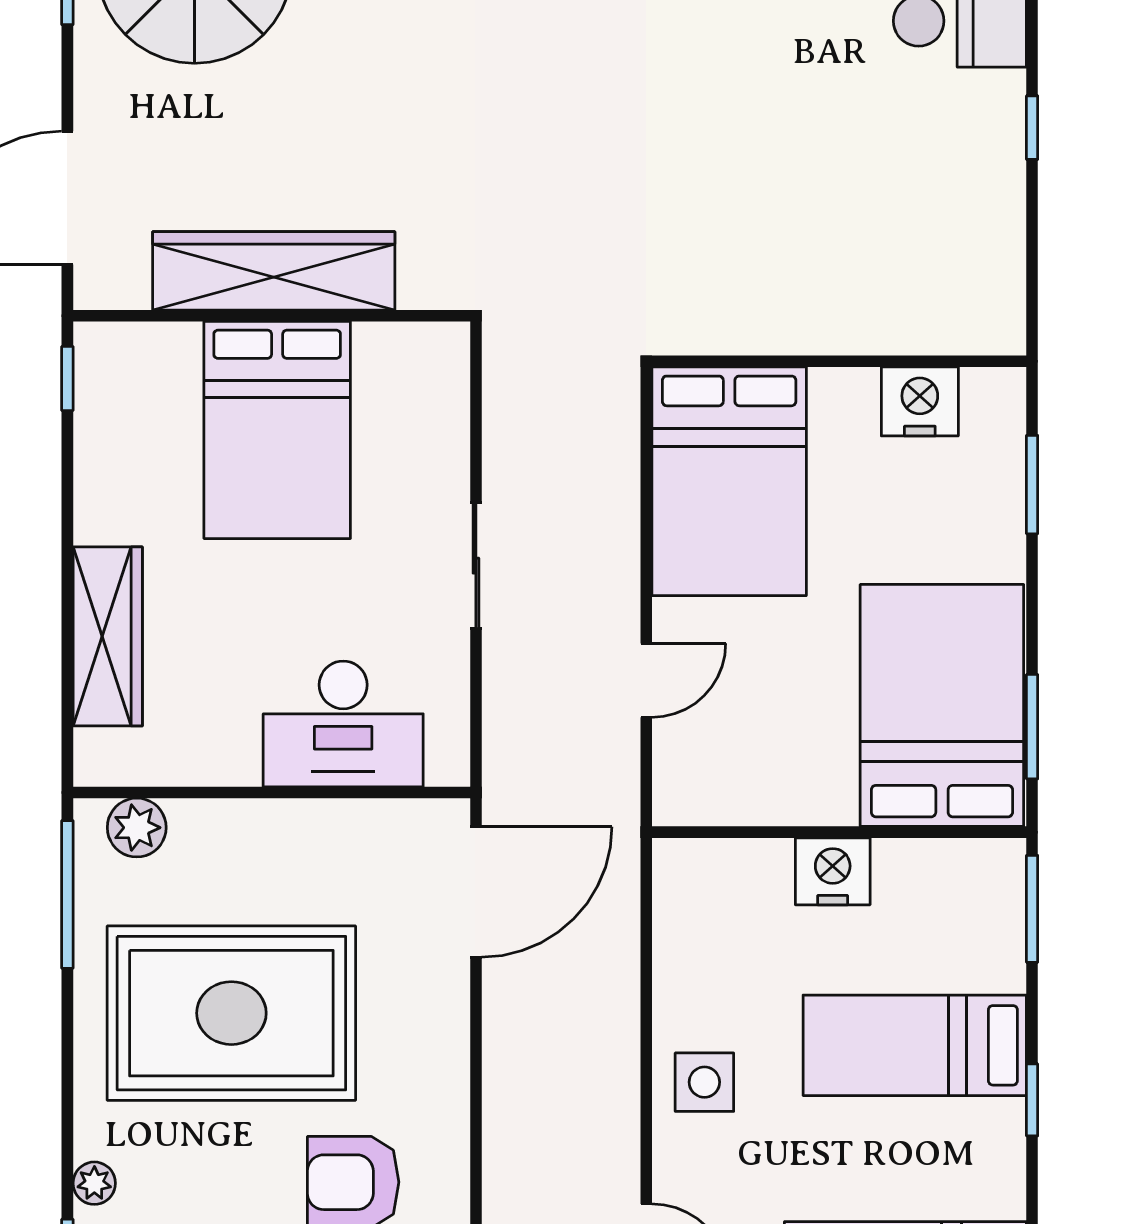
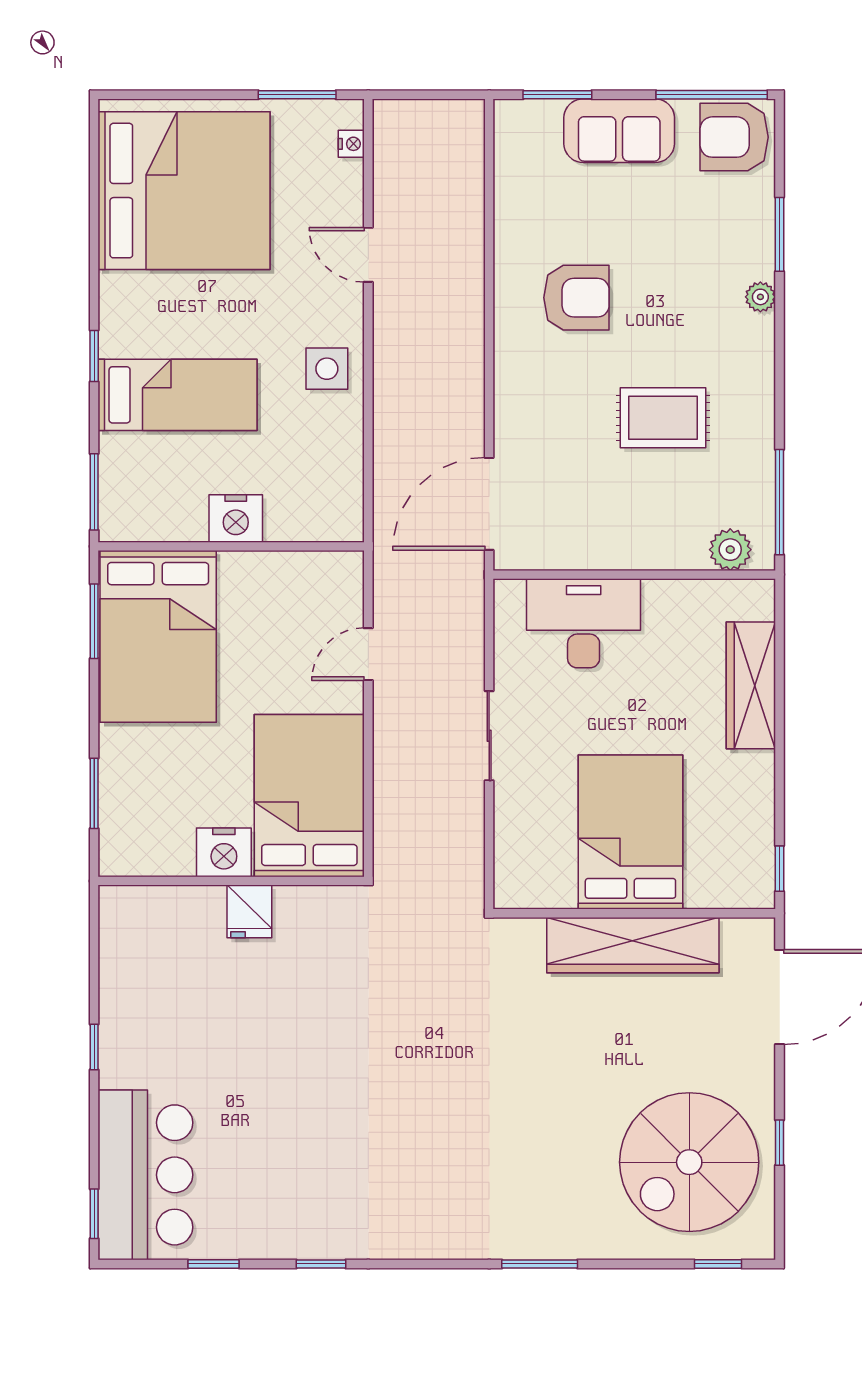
fridge: (813, 318) -> (249, 911), added
nightstand: (920, 401) -> (224, 852), moved
rug: (231, 1013) -> (663, 418), width x0.54, depth x0.49

